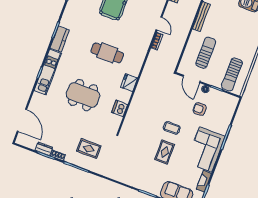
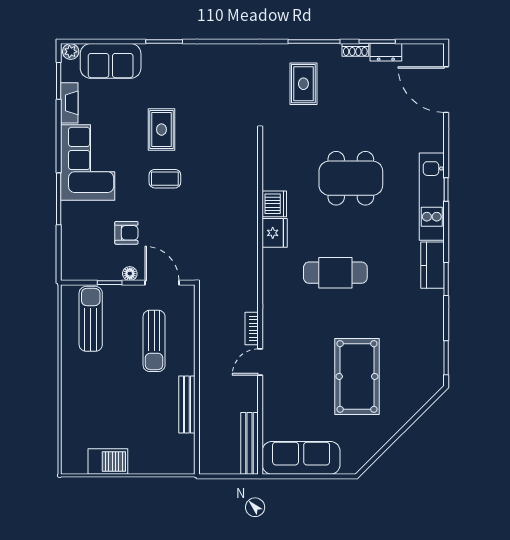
door: (159, 24) -> (260, 362), hinge flipped
dishwasher: (120, 108) -> (274, 204), moved
rug: (89, 149) -> (303, 84), turned 90

